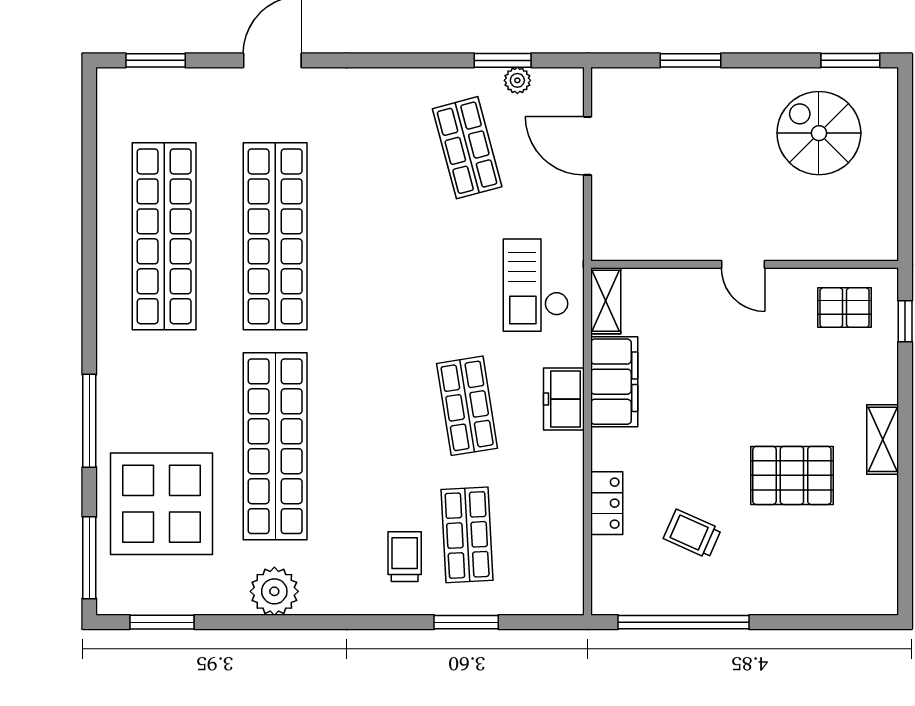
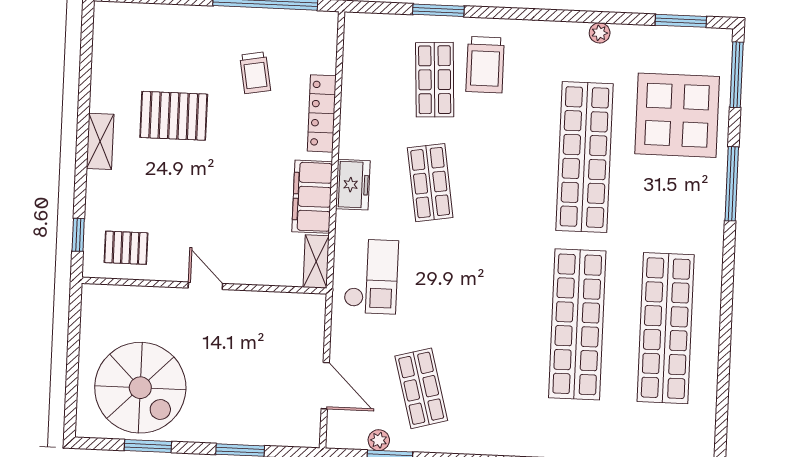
window: (850, 60) -> (148, 446), moved
spiral stairs: (819, 133) -> (140, 388), width x1.37, depth x1.37
locker: (607, 503) -> (322, 113), width x1.53
trolley: (692, 534) -> (255, 73), turned 56
trolley: (405, 557) -> (485, 65), width x1.36, depth x1.39
plant: (274, 591) -> (600, 33), width x0.53, depth x0.53

